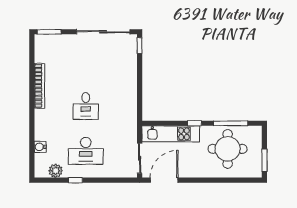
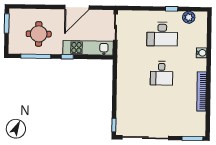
desk: (86, 106) -> (162, 73), turned 180
water cooler: (40, 147) -> (202, 53), moved
round table: (228, 149) -> (39, 34), width x0.73, depth x0.73
desk: (86, 151) -> (162, 34), turned 180
door: (164, 180) -> (77, 7), moved

